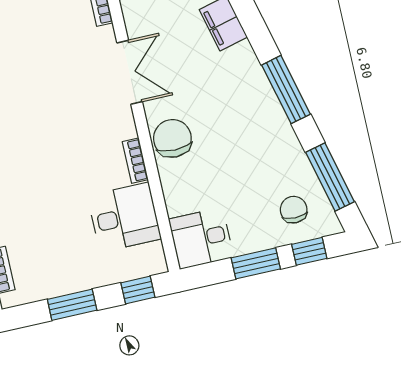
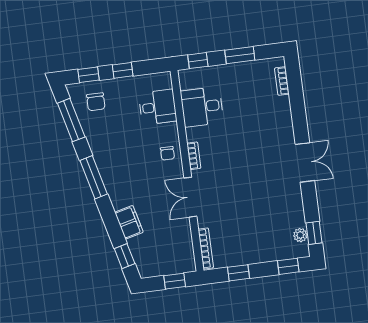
chair: (172, 138) -> (167, 153), width x0.54, depth x0.54
bookcase: (135, 161) -> (194, 156), moved
desk: (201, 238) -> (158, 107), moved
window: (256, 263) -> (123, 70), width x0.67

